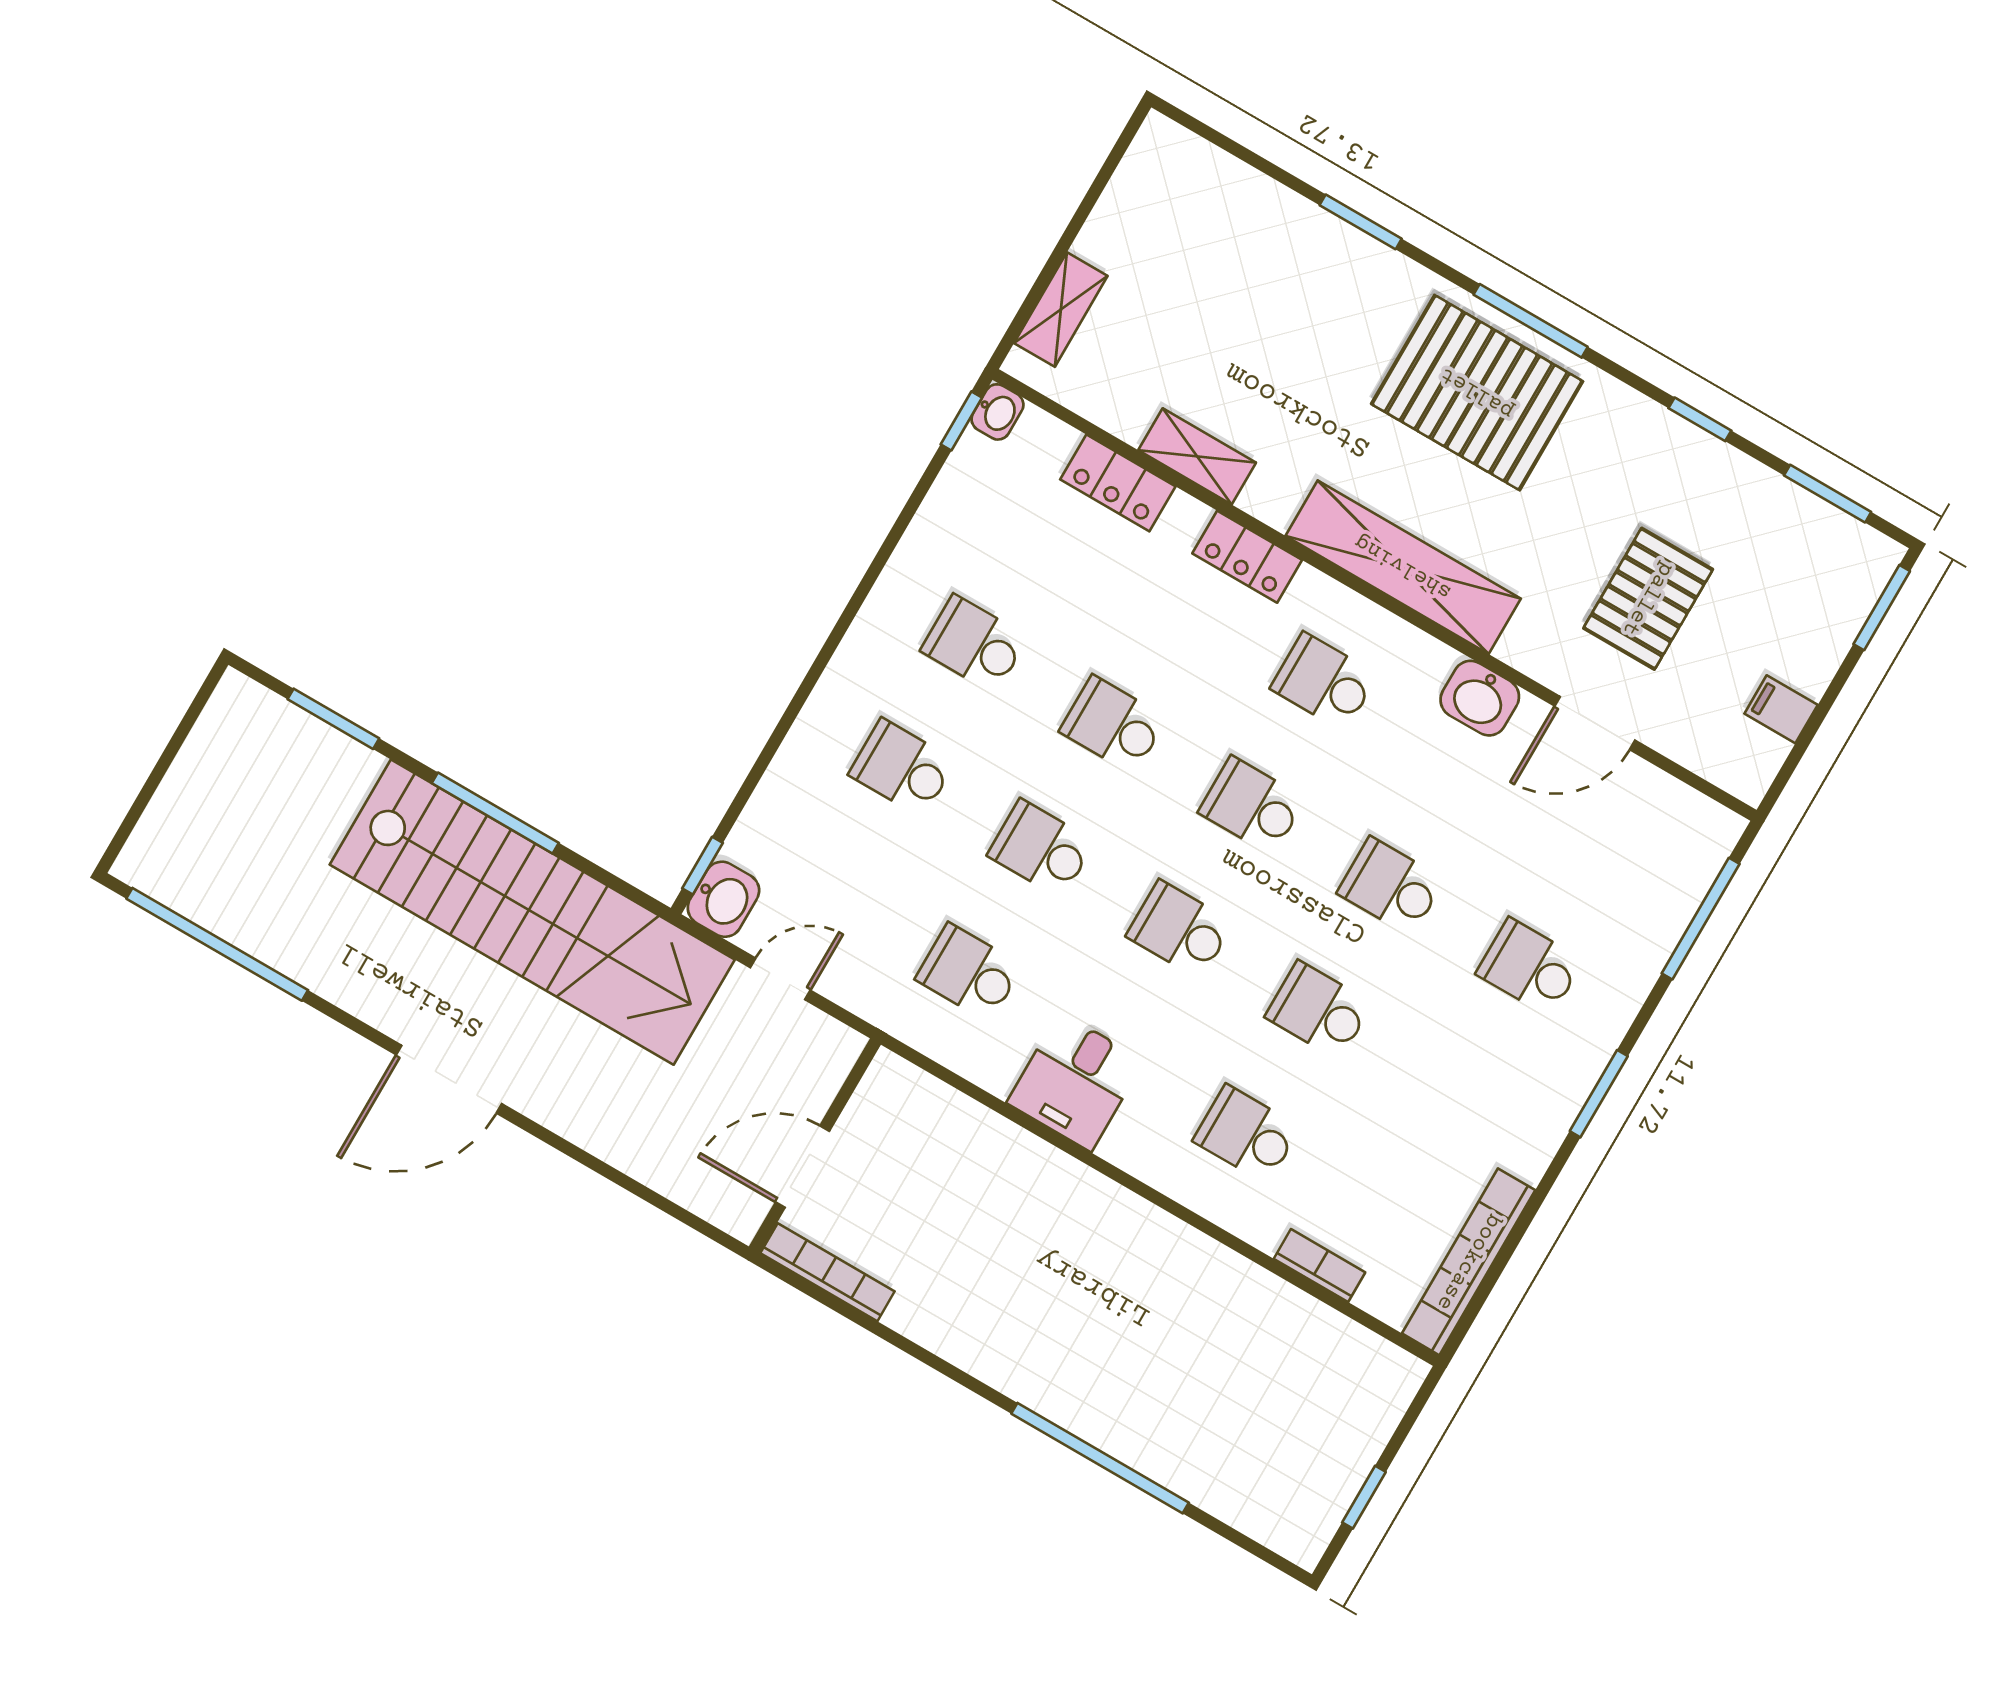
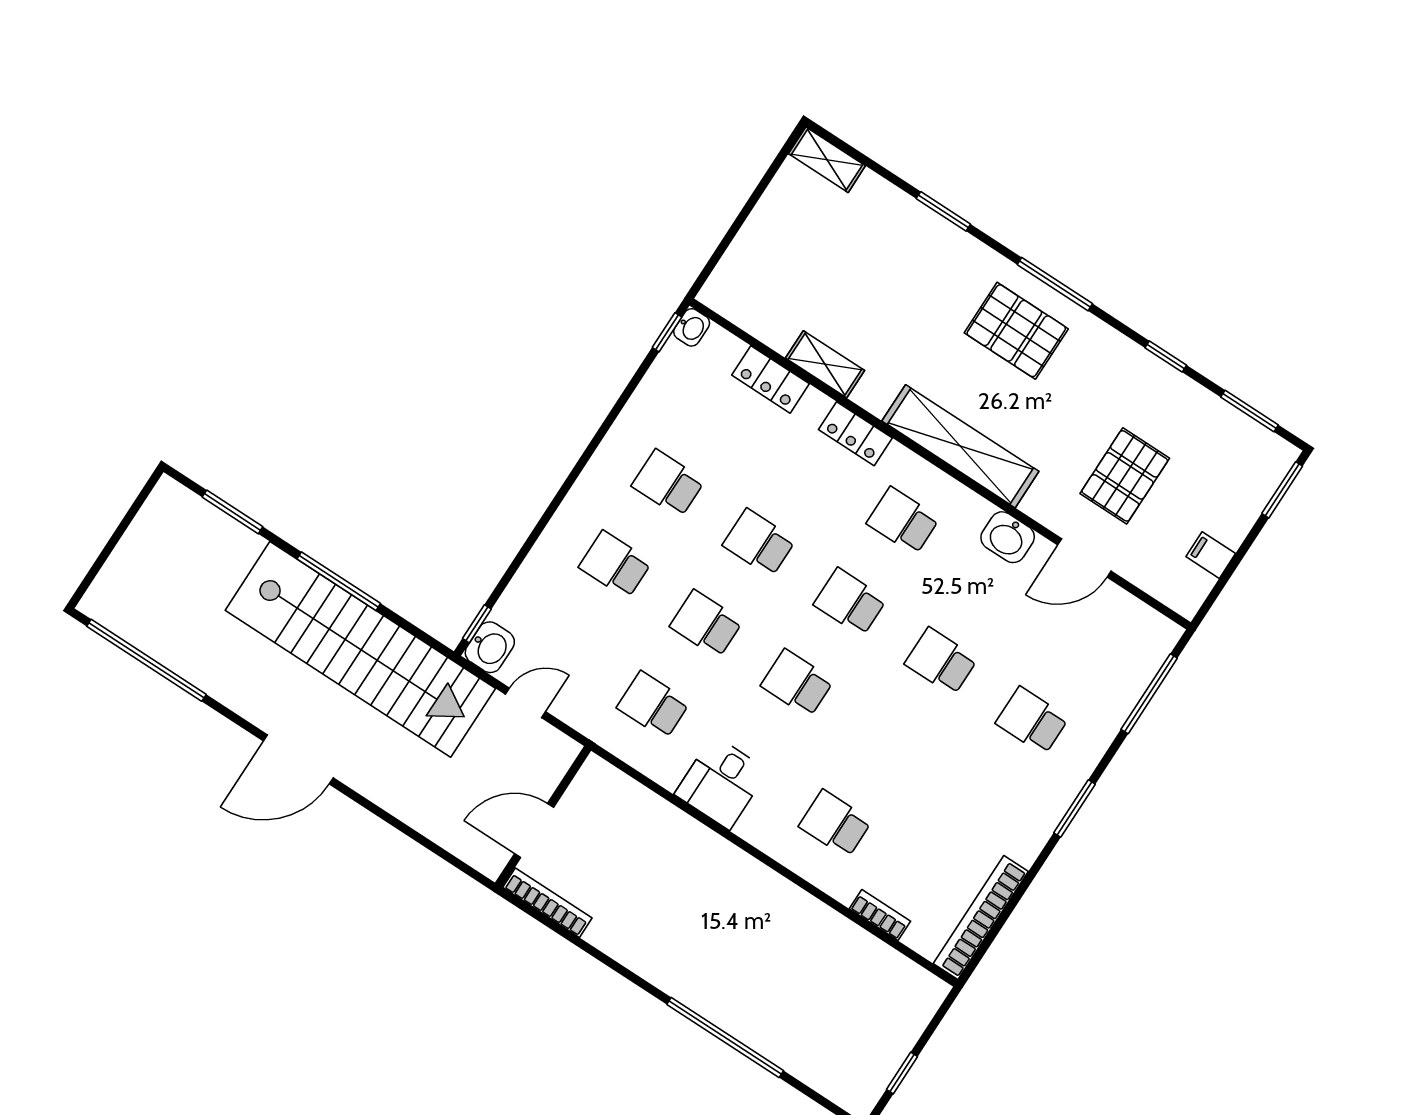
shelving: (1061, 310) -> (827, 160), moved, turned 90
pallet: (1477, 393) -> (1016, 331), width x0.73, depth x0.71
school desk: (1319, 1010) -> (888, 743), removed

